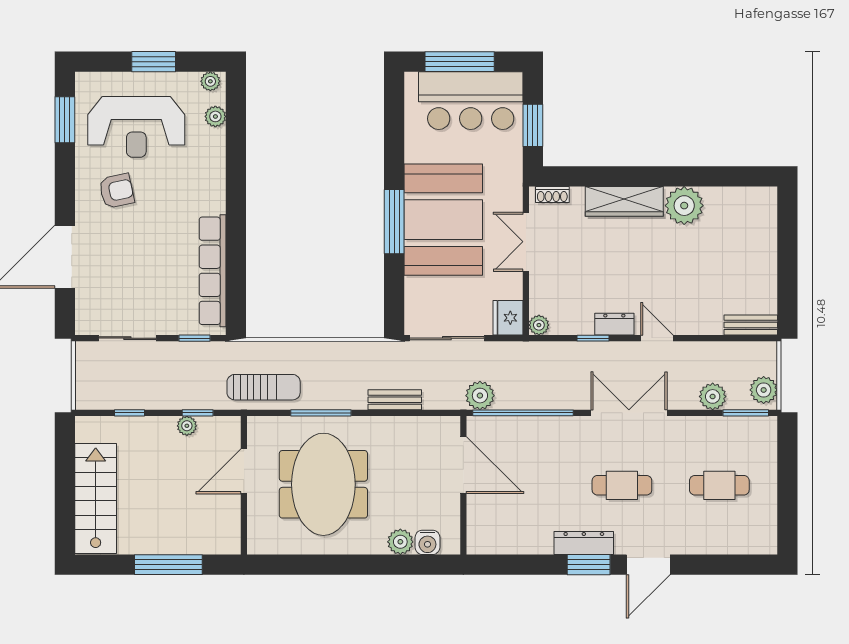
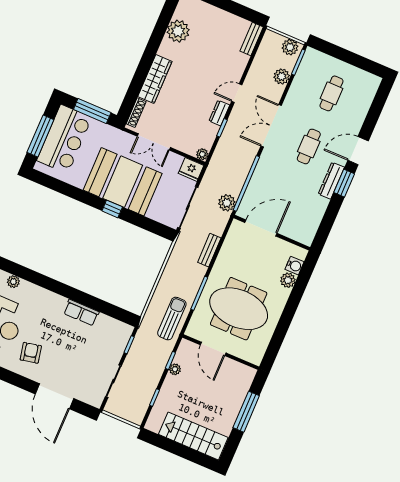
window: (533, 125) -> (92, 111), width x1.44
shoe rack: (552, 195) -> (136, 113), width x1.43
plant: (684, 206) -> (178, 31), moved
window: (394, 222) -> (112, 209), width x0.46
row of seats: (213, 271) -> (81, 313), width x0.50
door: (648, 565) -> (358, 151), swing flipped

